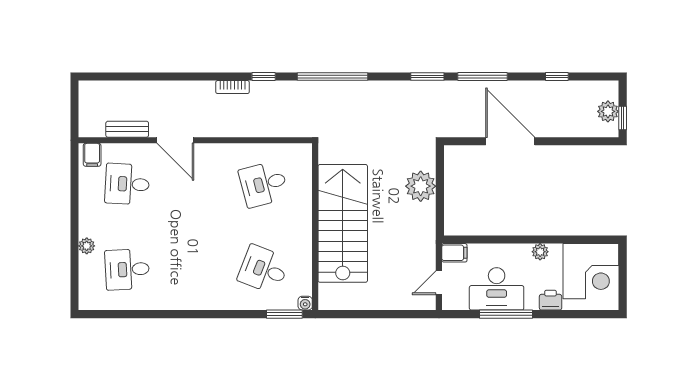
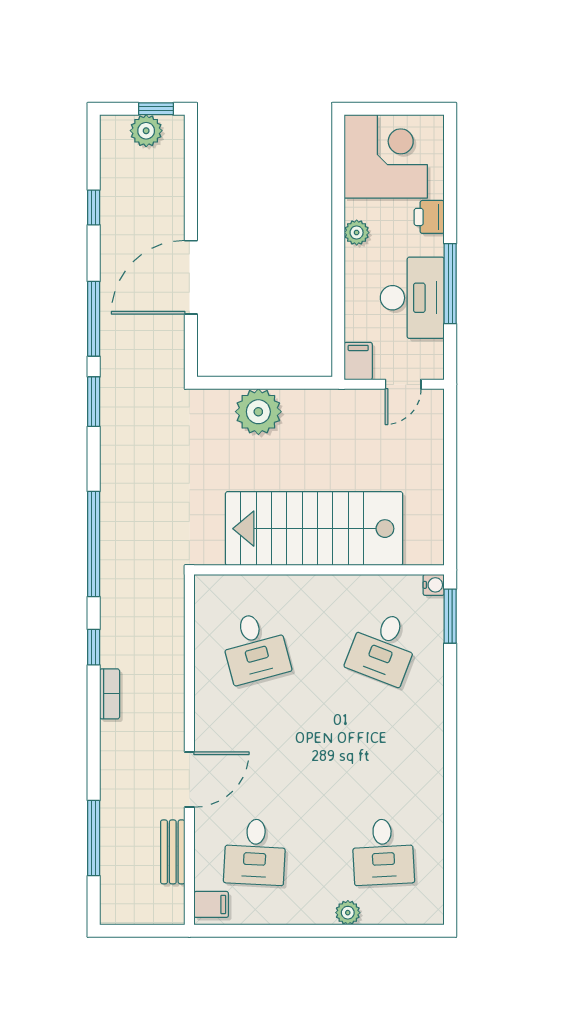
window: (136, 76) -> (94, 838), added
door: (439, 283) -> (403, 384), hinge flipped

